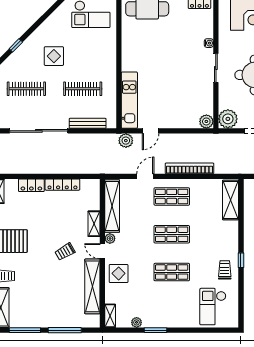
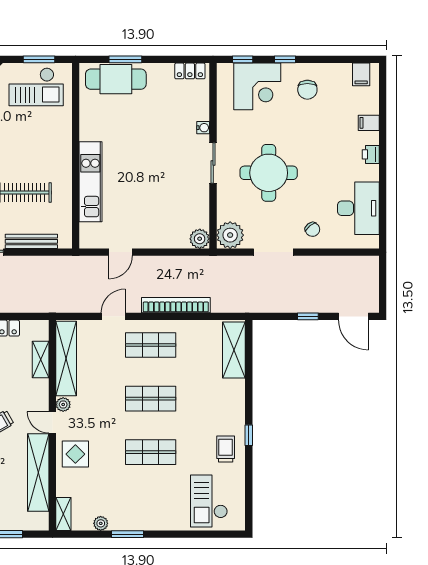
kitchen unit: (129, 100) -> (90, 182), moved
plant: (126, 141) -> (86, 266), removed
shelving: (94, 224) -> (41, 360), moved

